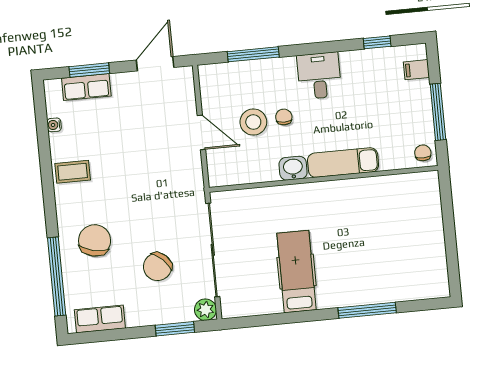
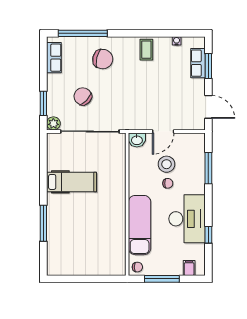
window: (377, 42) -> (208, 235), moved
desk: (319, 76) -> (187, 219), width x1.87, depth x1.30
exam couch: (343, 163) -> (140, 225), width x1.36, depth x1.45
washbasin: (293, 168) -> (137, 140), moved, turned 90

